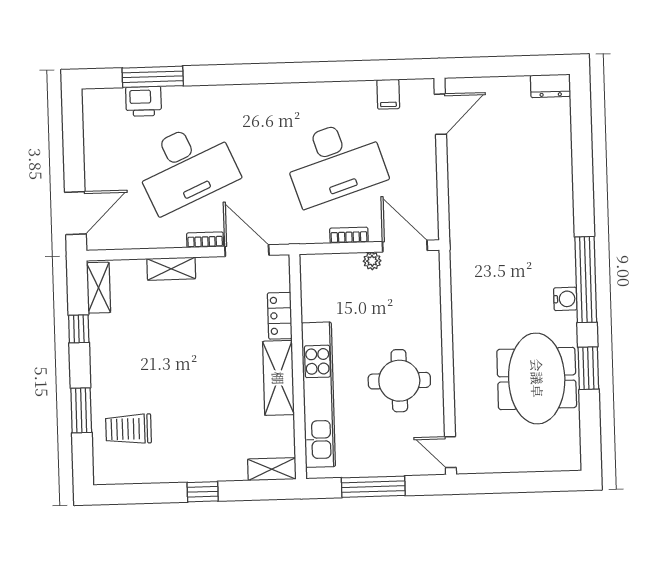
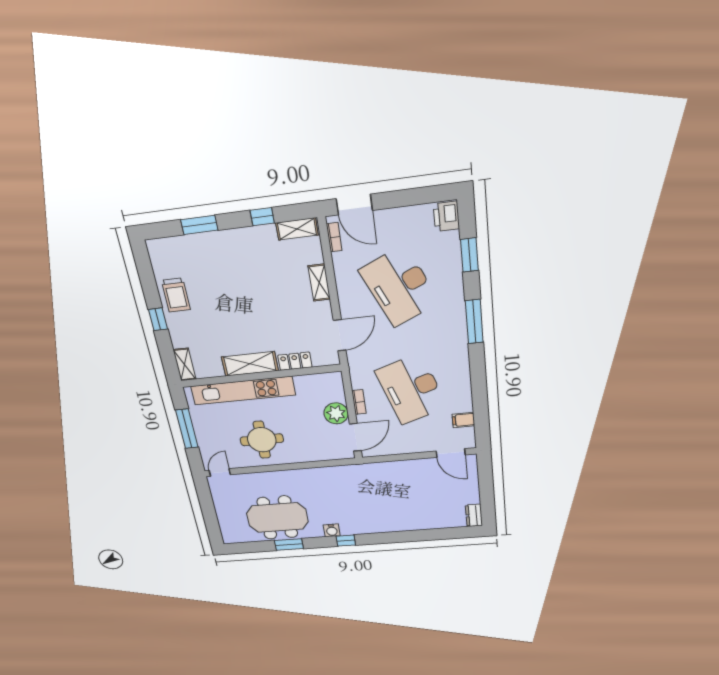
window: (243, 74) -> (474, 322), added
window: (153, 77) -> (469, 255), width x0.69
printer: (144, 101) -> (446, 216), moved
bookcase: (205, 240) -> (334, 237), moved
plant: (372, 261) -> (336, 413), width x1.88, depth x1.88
window: (586, 280) -> (346, 541), width x0.32
trolley: (128, 429) -> (176, 295), moved, turned 180

